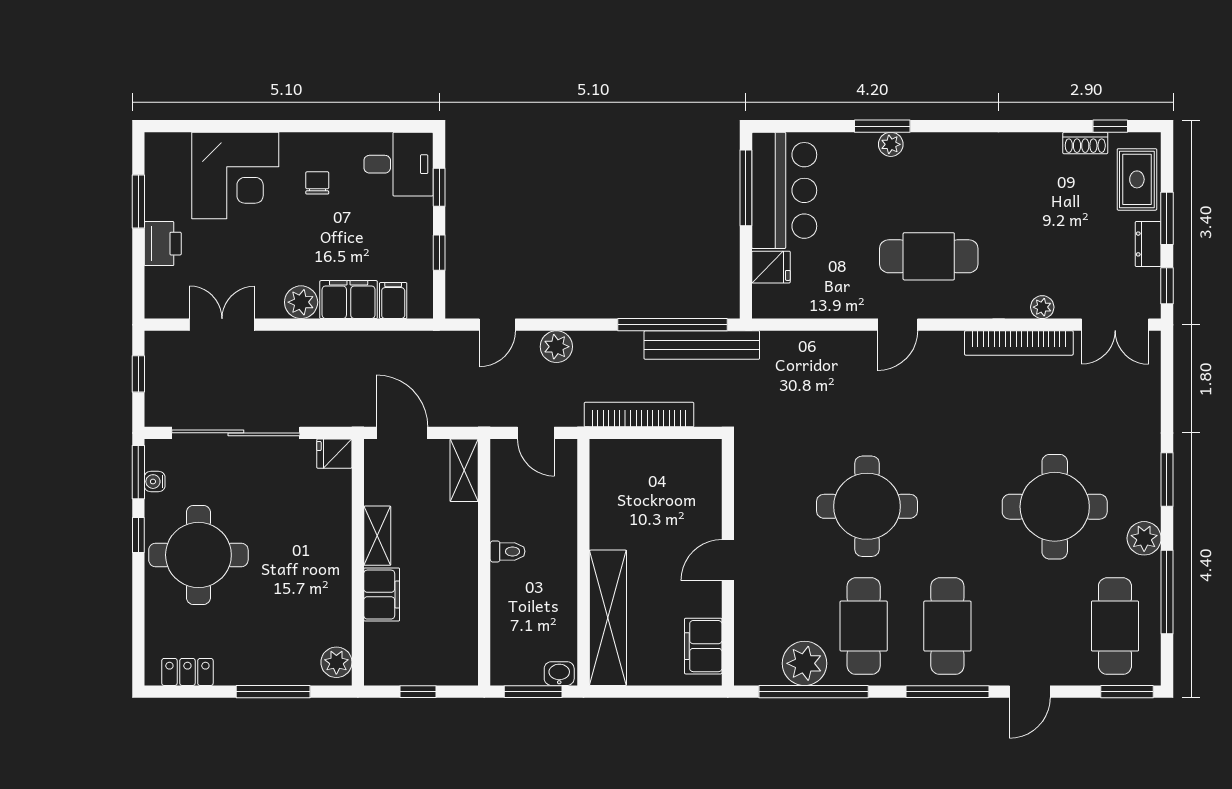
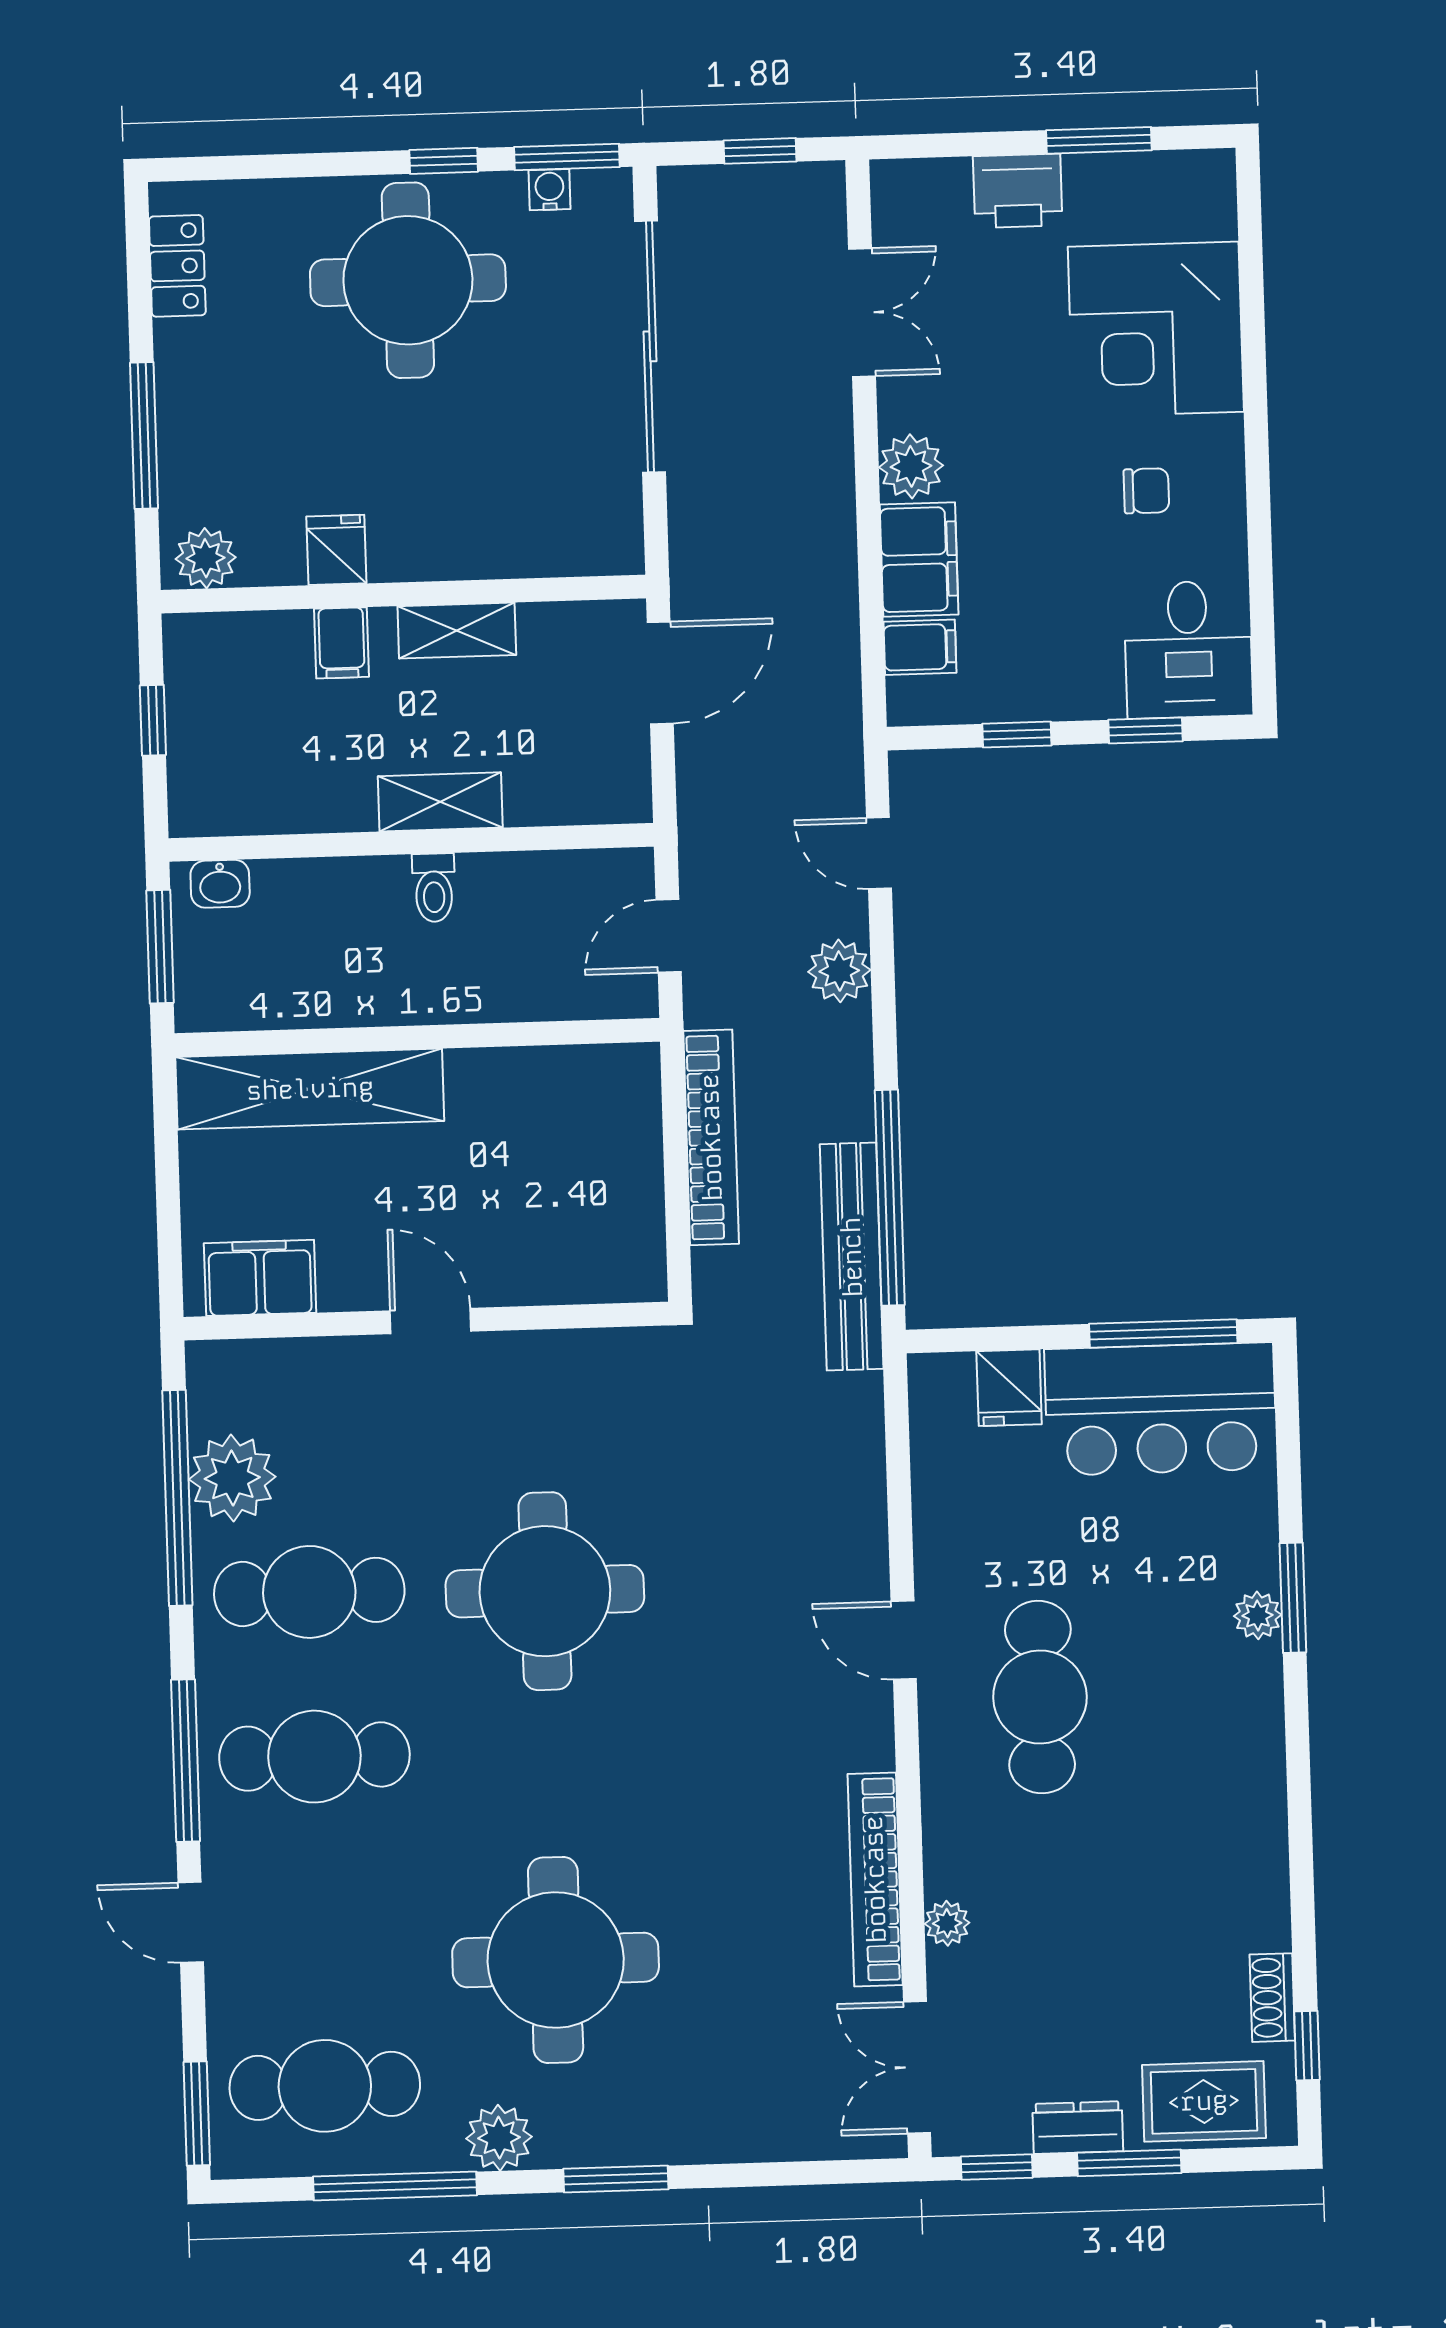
fridge: (334, 454) -> (336, 550), moved
shelving: (464, 470) -> (440, 802), moved
filing cabinet: (382, 595) -> (341, 643), width x0.50
washbasin: (559, 674) -> (220, 884), moved, turned 90

